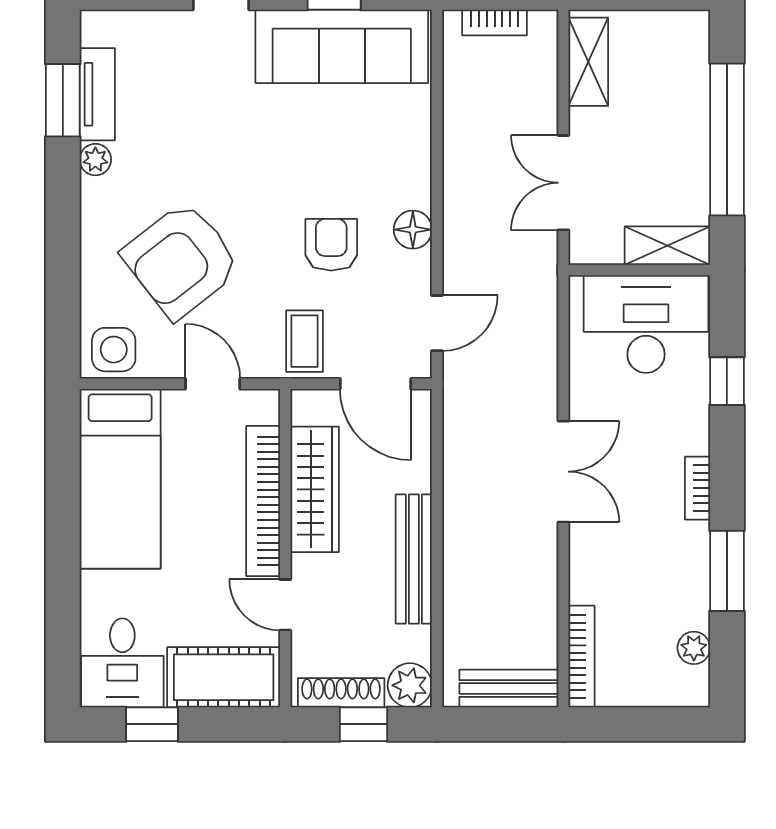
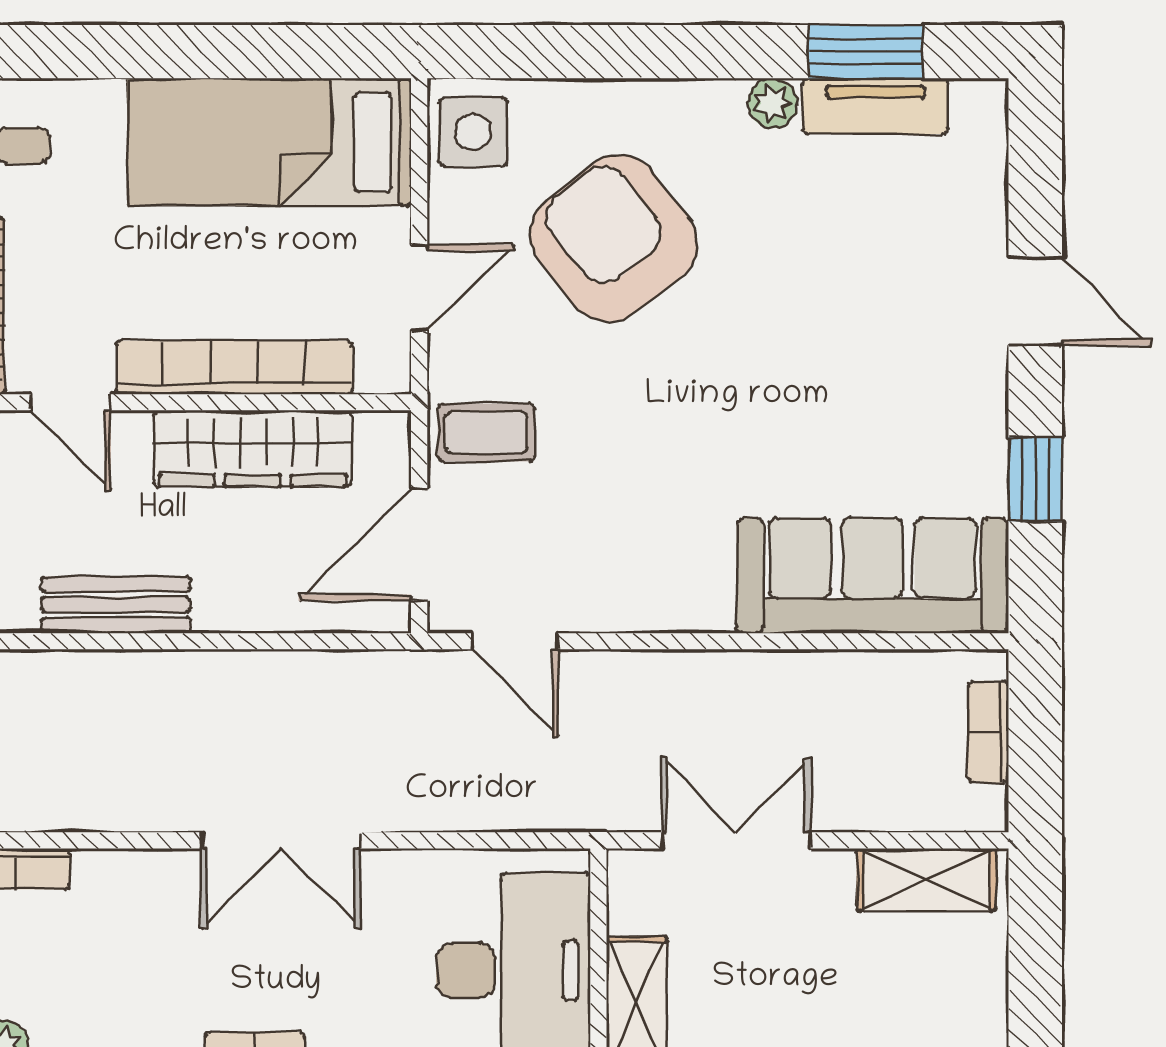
sofa: (342, 46) -> (873, 575), moved, turned 90
floor lamp: (413, 230) -> (662, 603), removed
armchair: (331, 245) -> (638, 475), removed
bench: (414, 559) -> (116, 605), width x0.73
door: (285, 605) -> (71, 402), swing flipped

